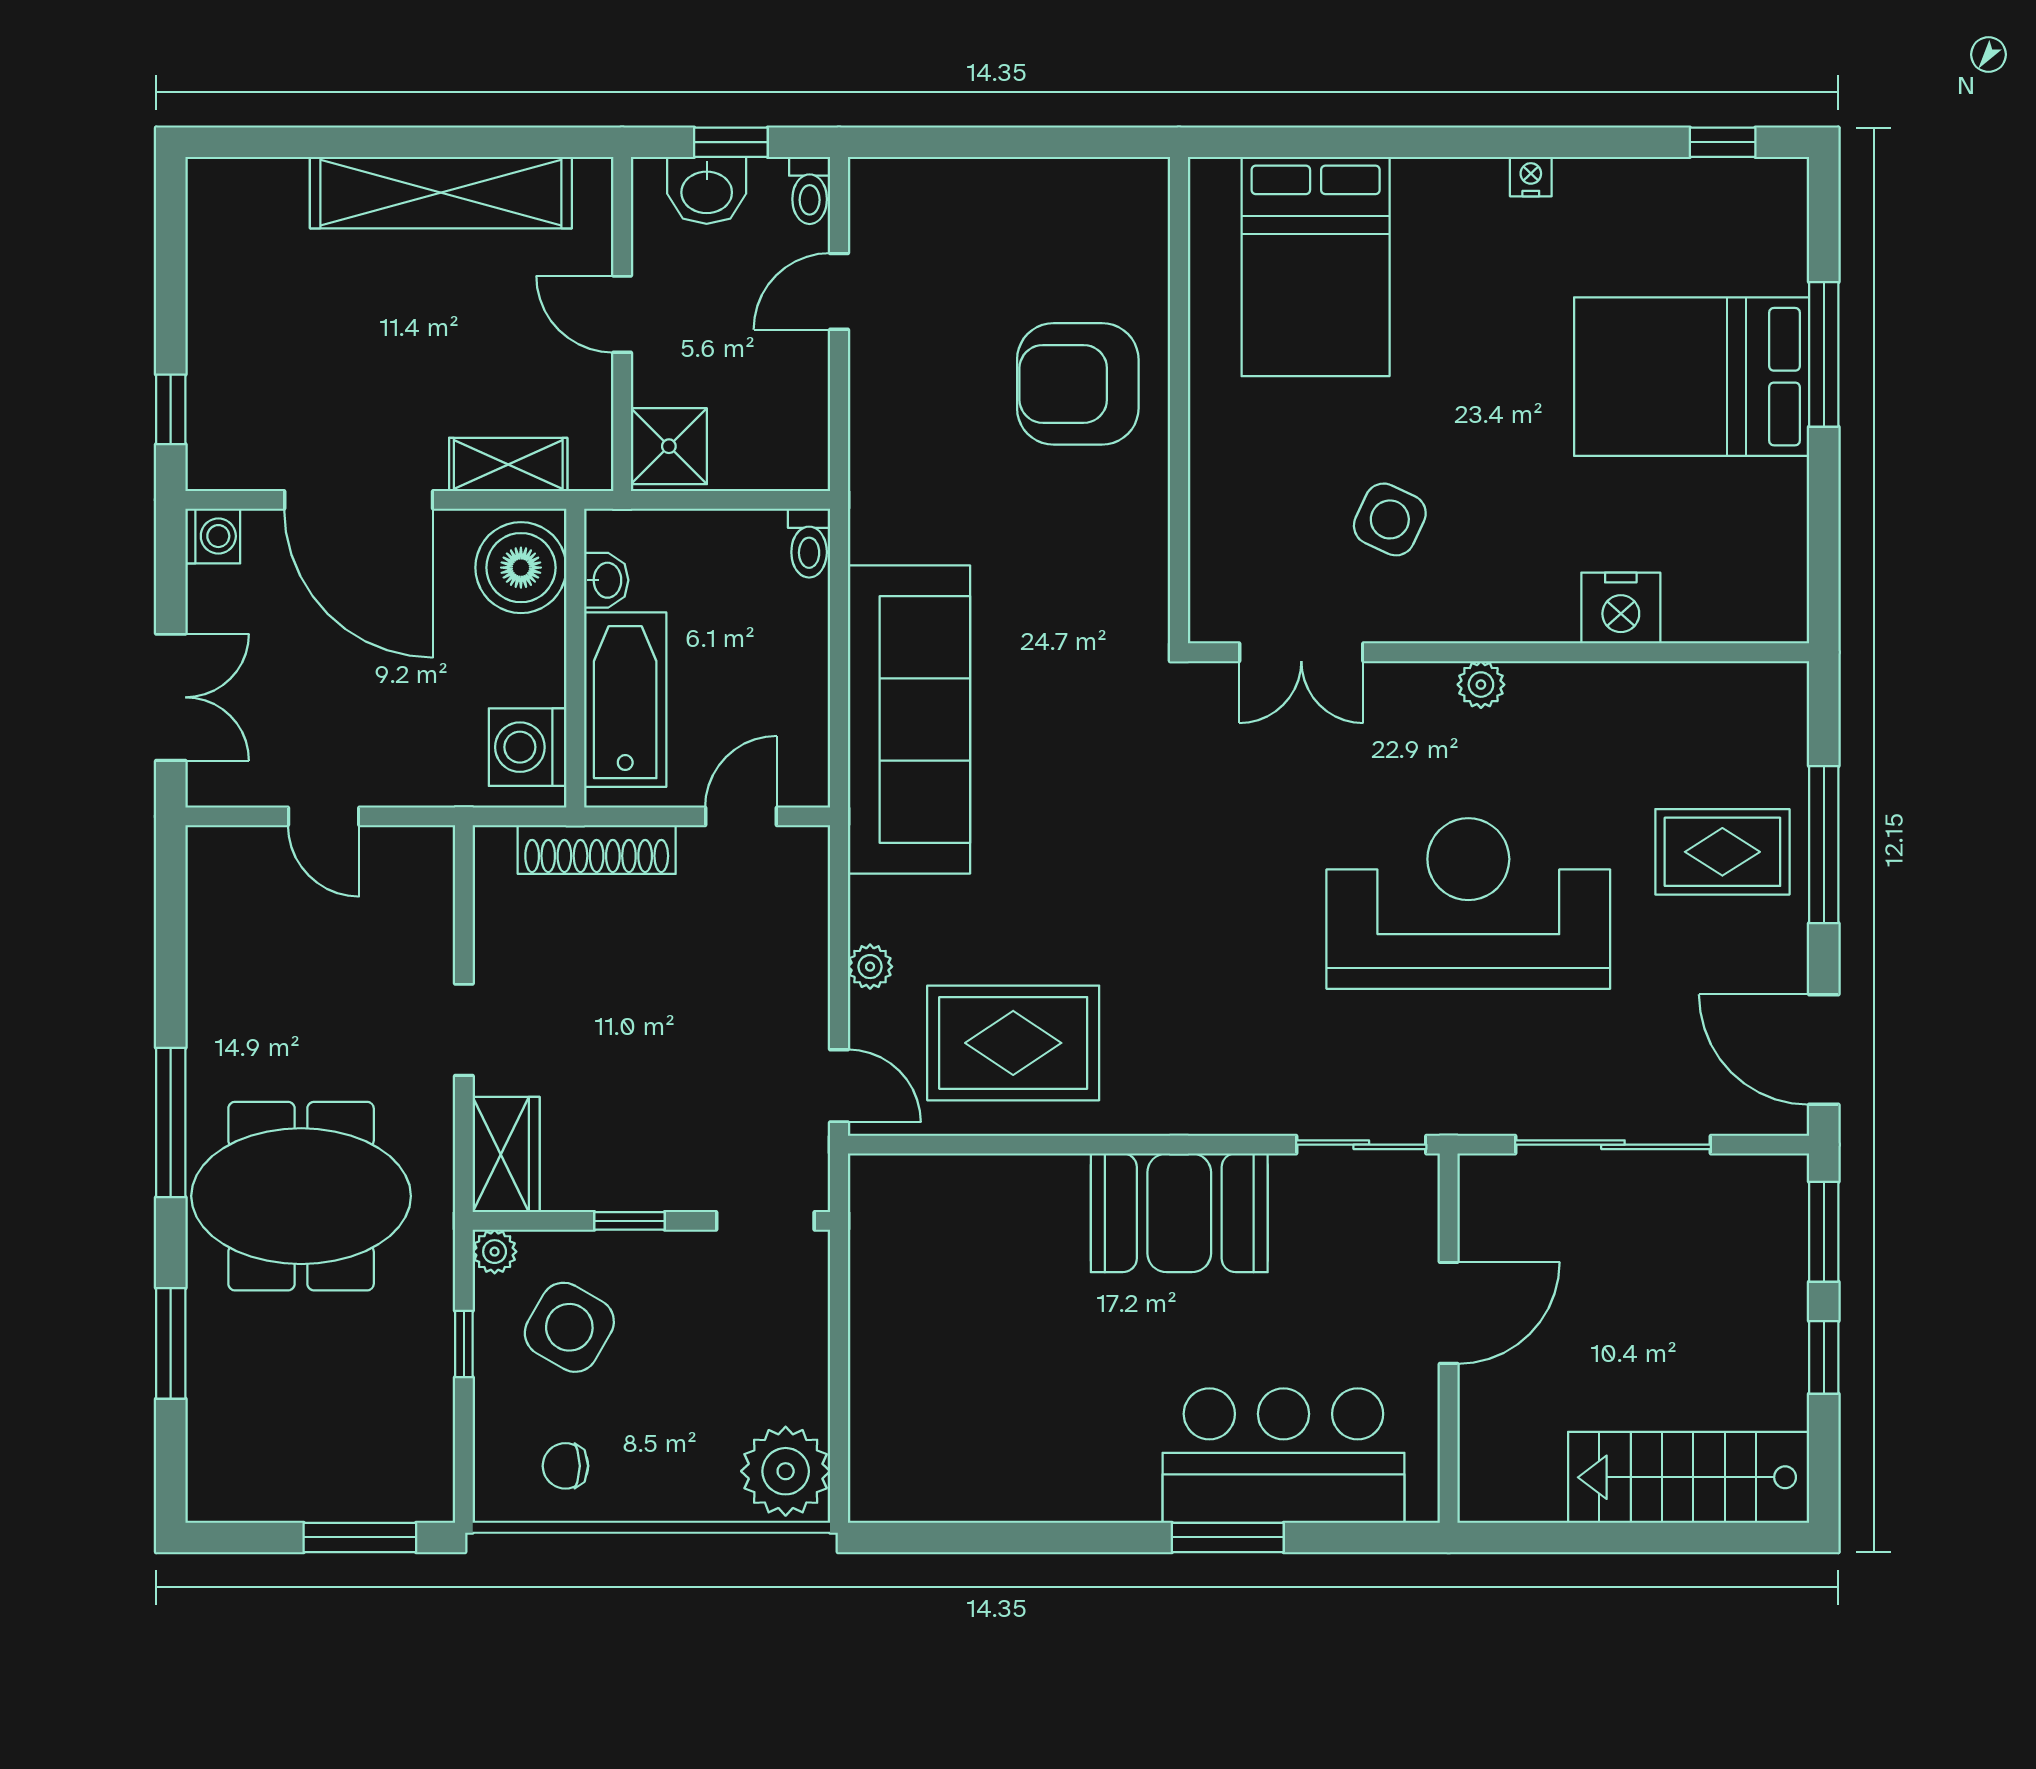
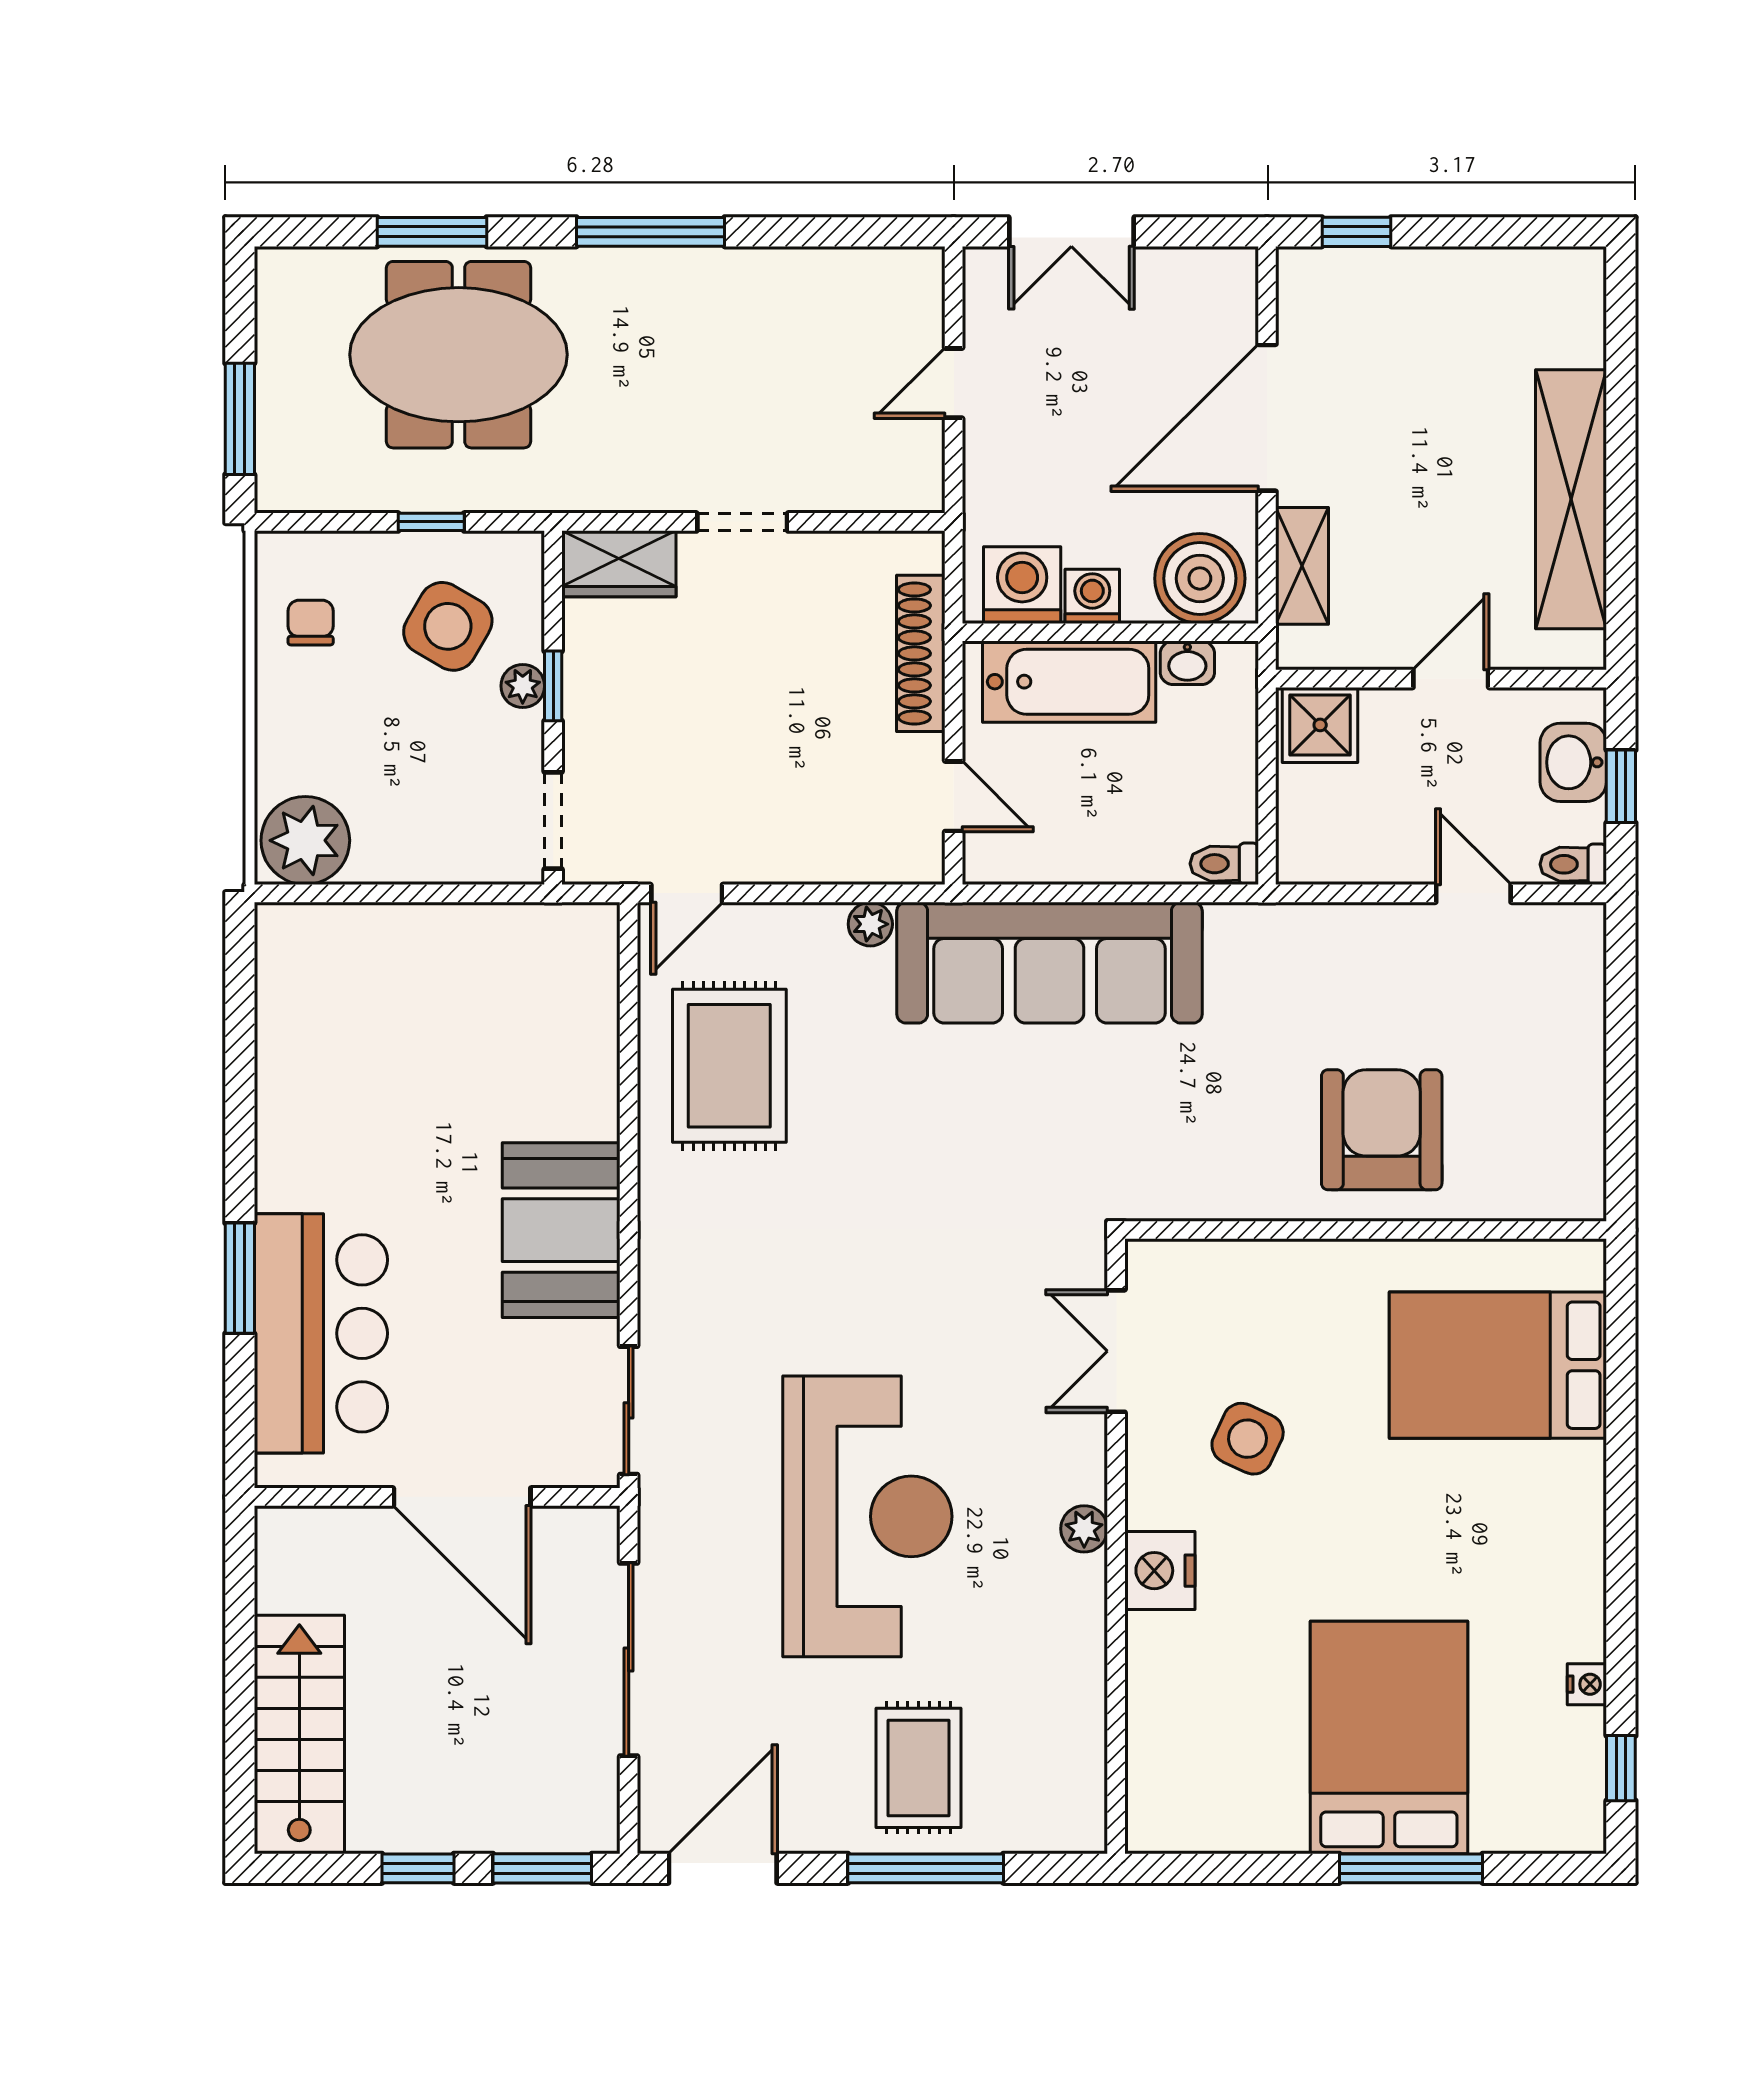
nightstand: (1531, 177) -> (1587, 1684), moved
washing machine: (213, 536) -> (1092, 596), moved, turned 180
nightstand: (1621, 608) -> (1160, 1571), moved
plant: (870, 967) -> (870, 924), moved
meeting table: (301, 1196) -> (459, 355), moved, turned 90
plant: (495, 1252) -> (523, 686), moved
door: (1449, 1313) -> (462, 1497), width x1.36

